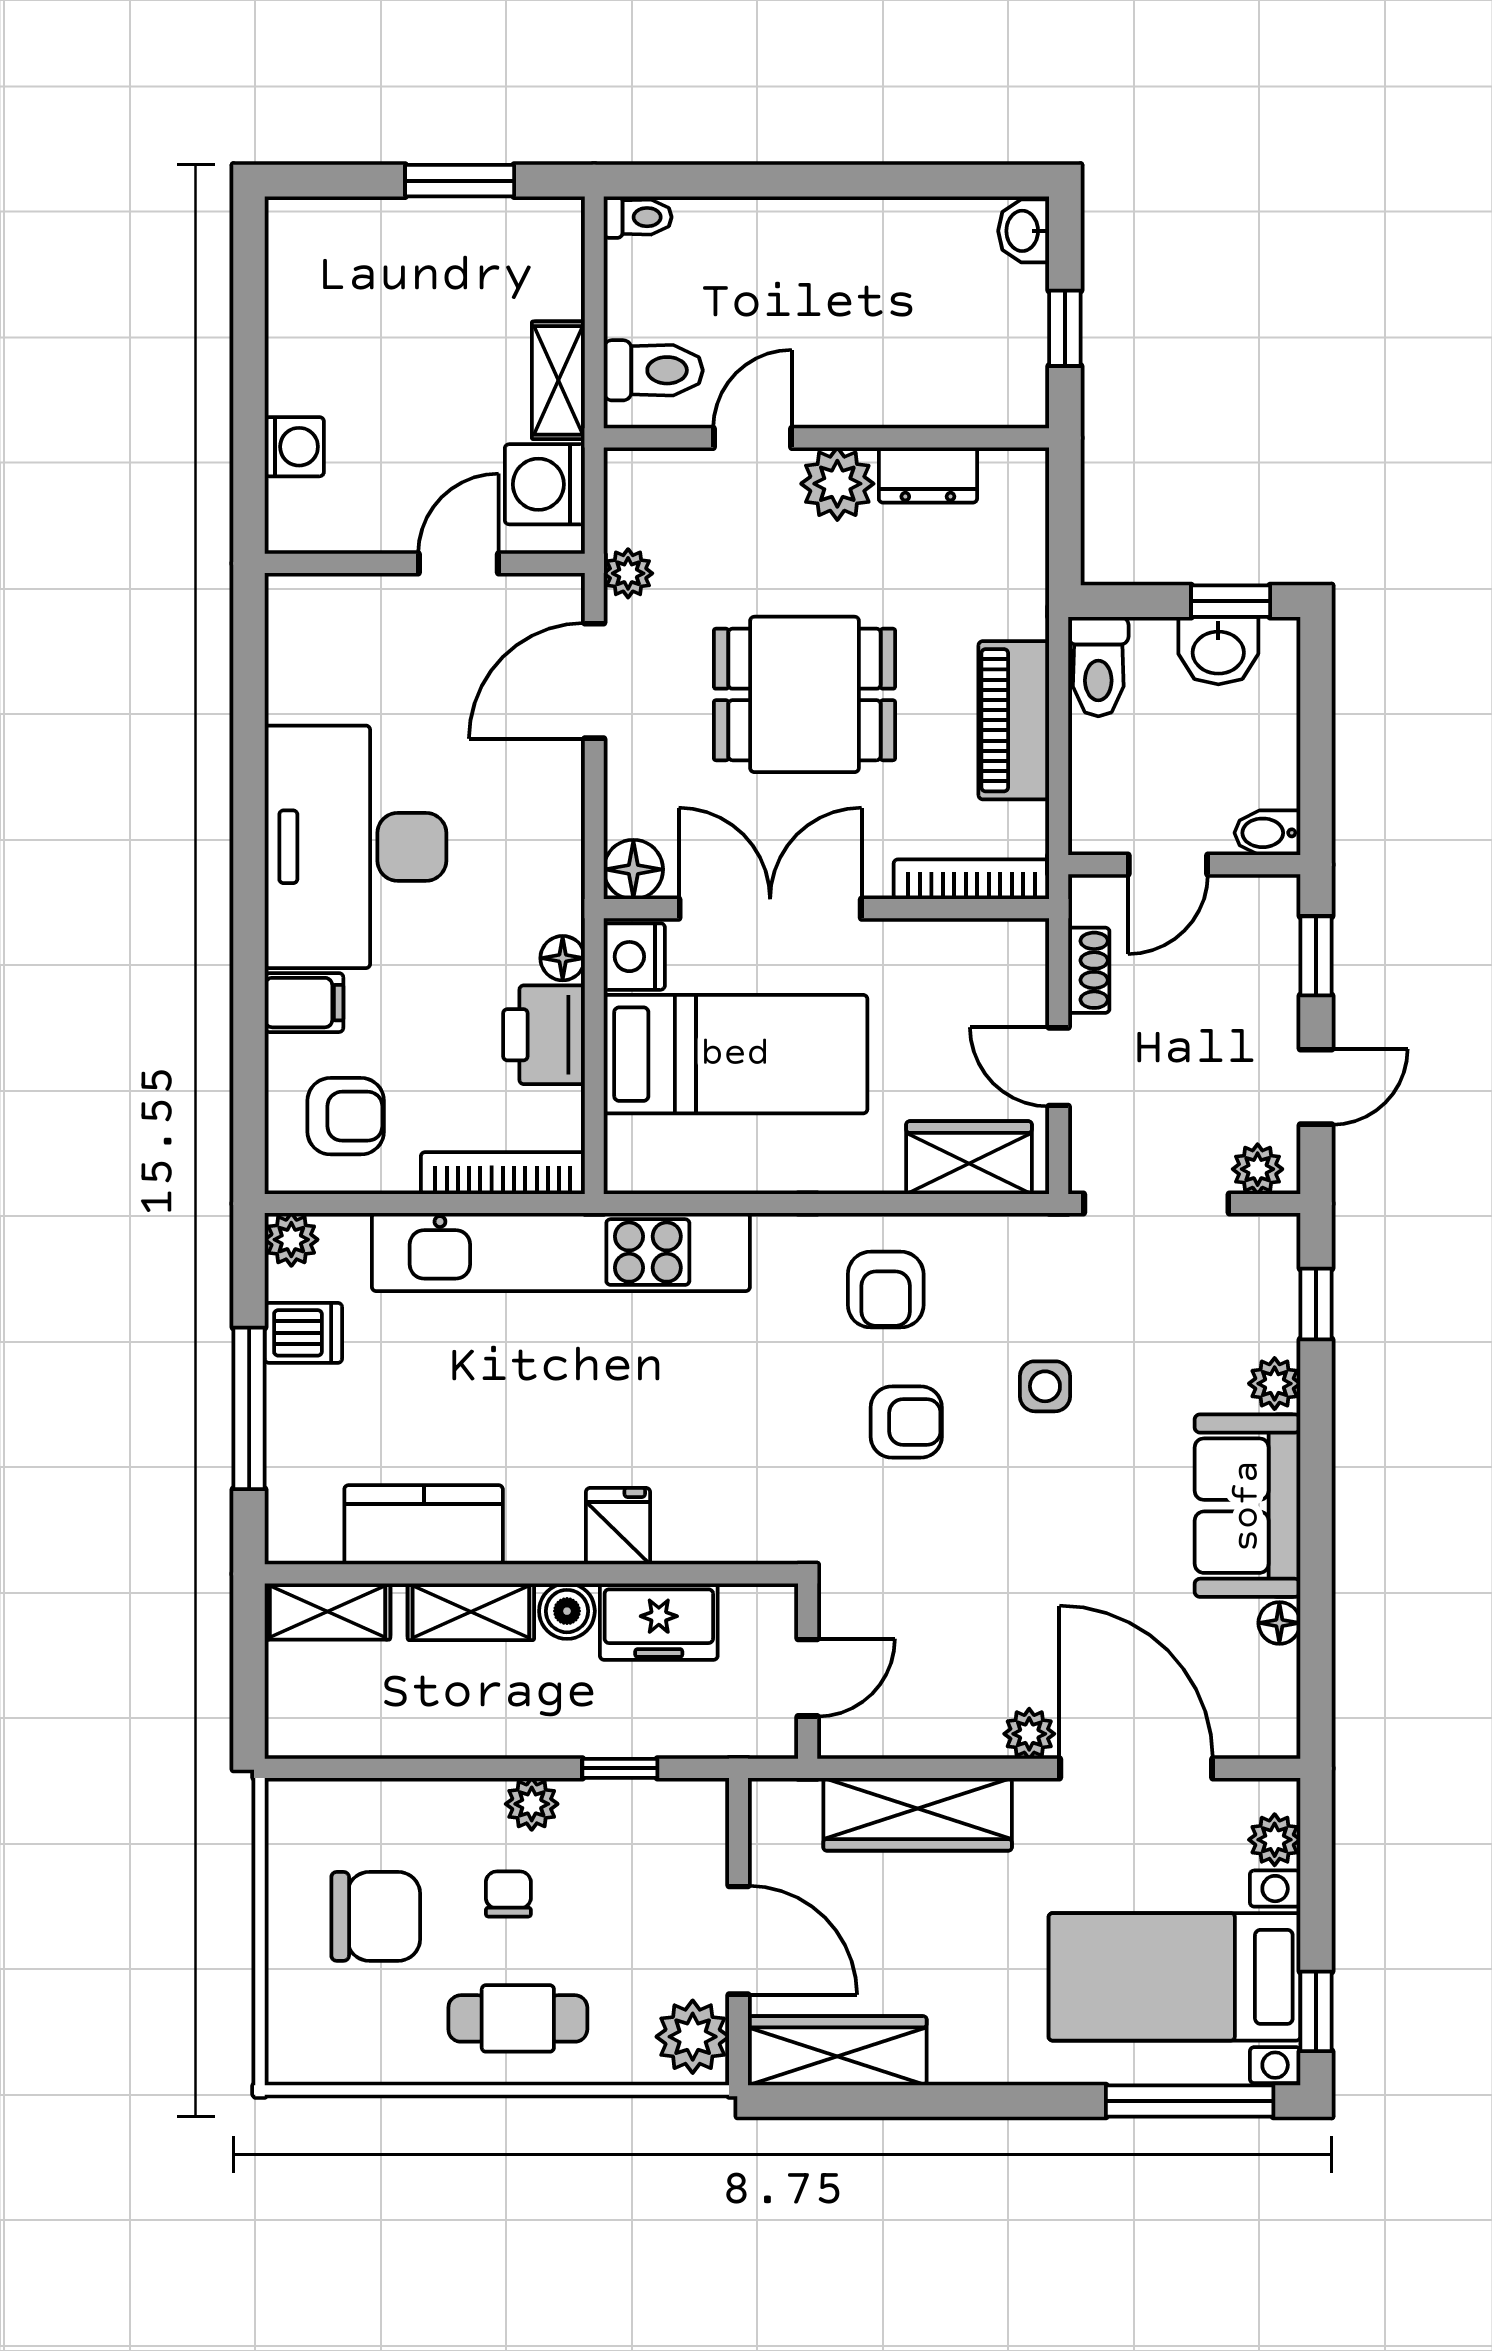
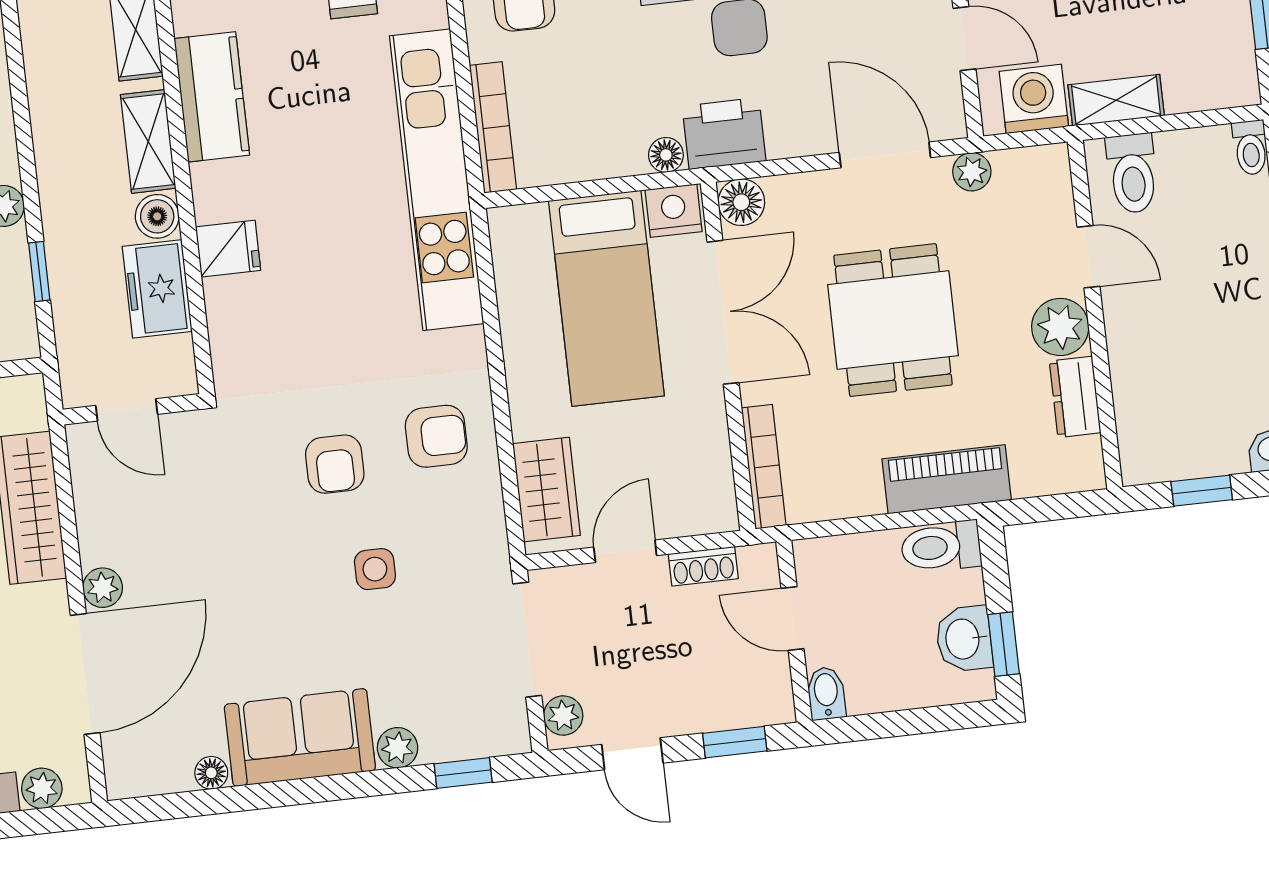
piano: (1014, 720) -> (947, 479), moved
printer: (544, 1035) -> (724, 134), moved
armchair: (886, 1290) -> (436, 436), turned 180

